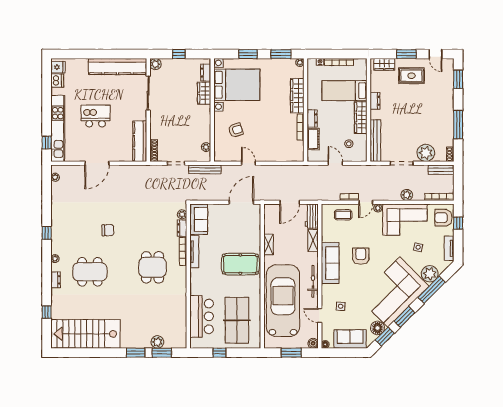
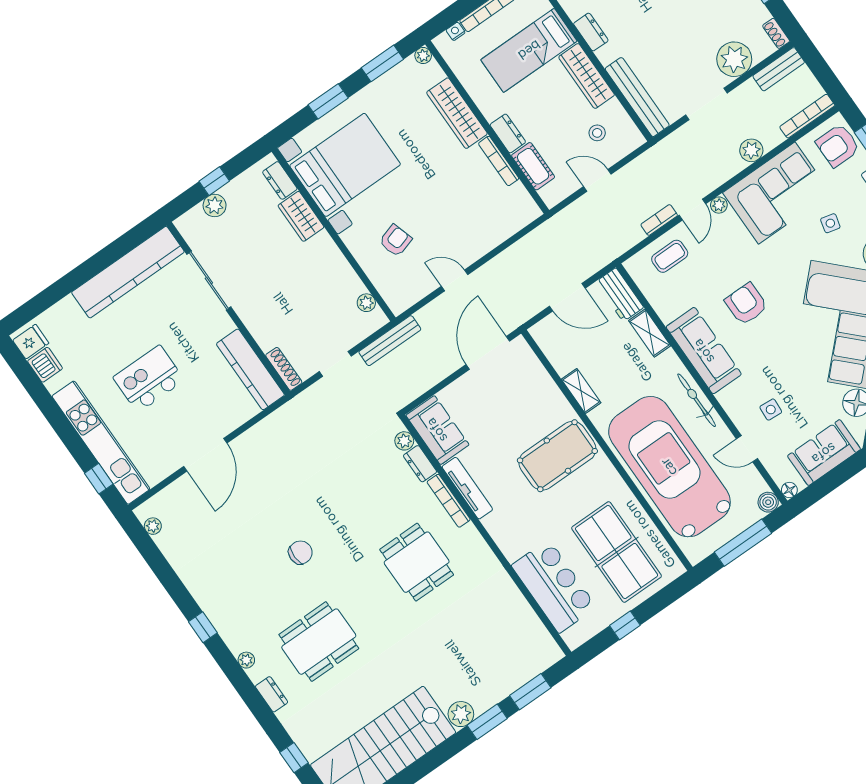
plant: (155, 64) -> (215, 205), moved
door: (290, 202) -> (567, 297), hinge flipped
plant: (157, 342) -> (461, 714), moved
window: (291, 353) -> (743, 543), width x1.44

